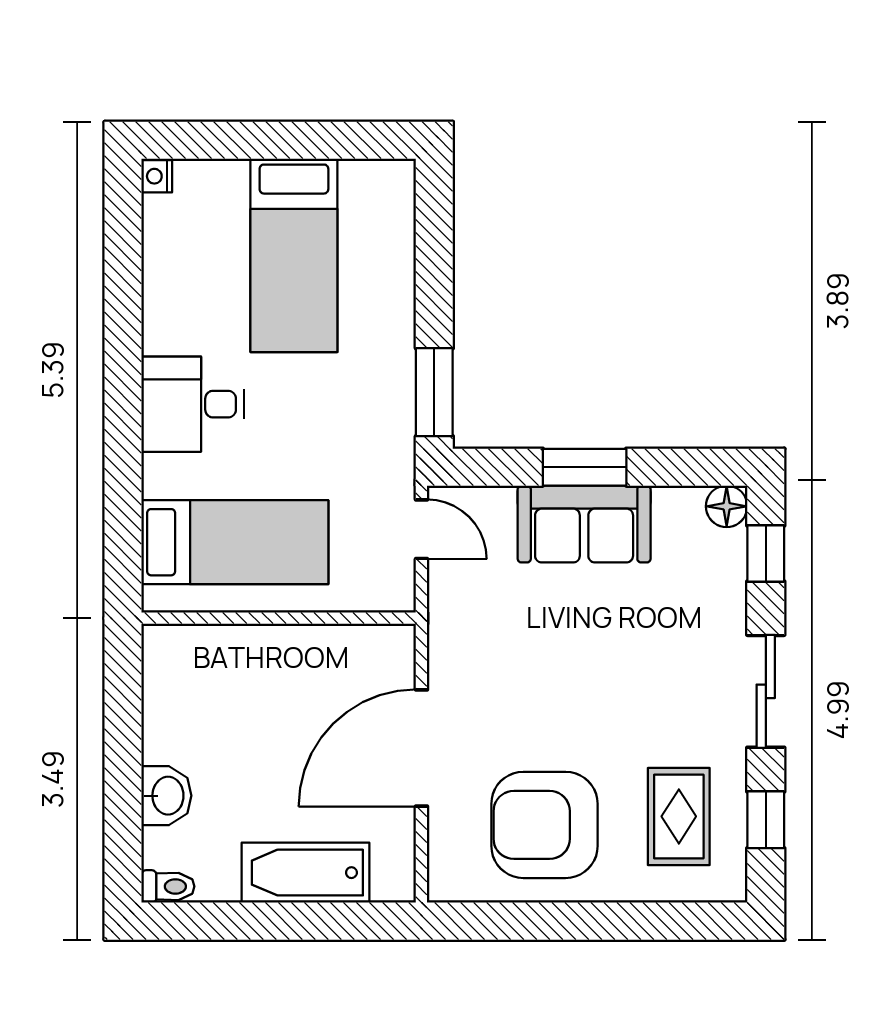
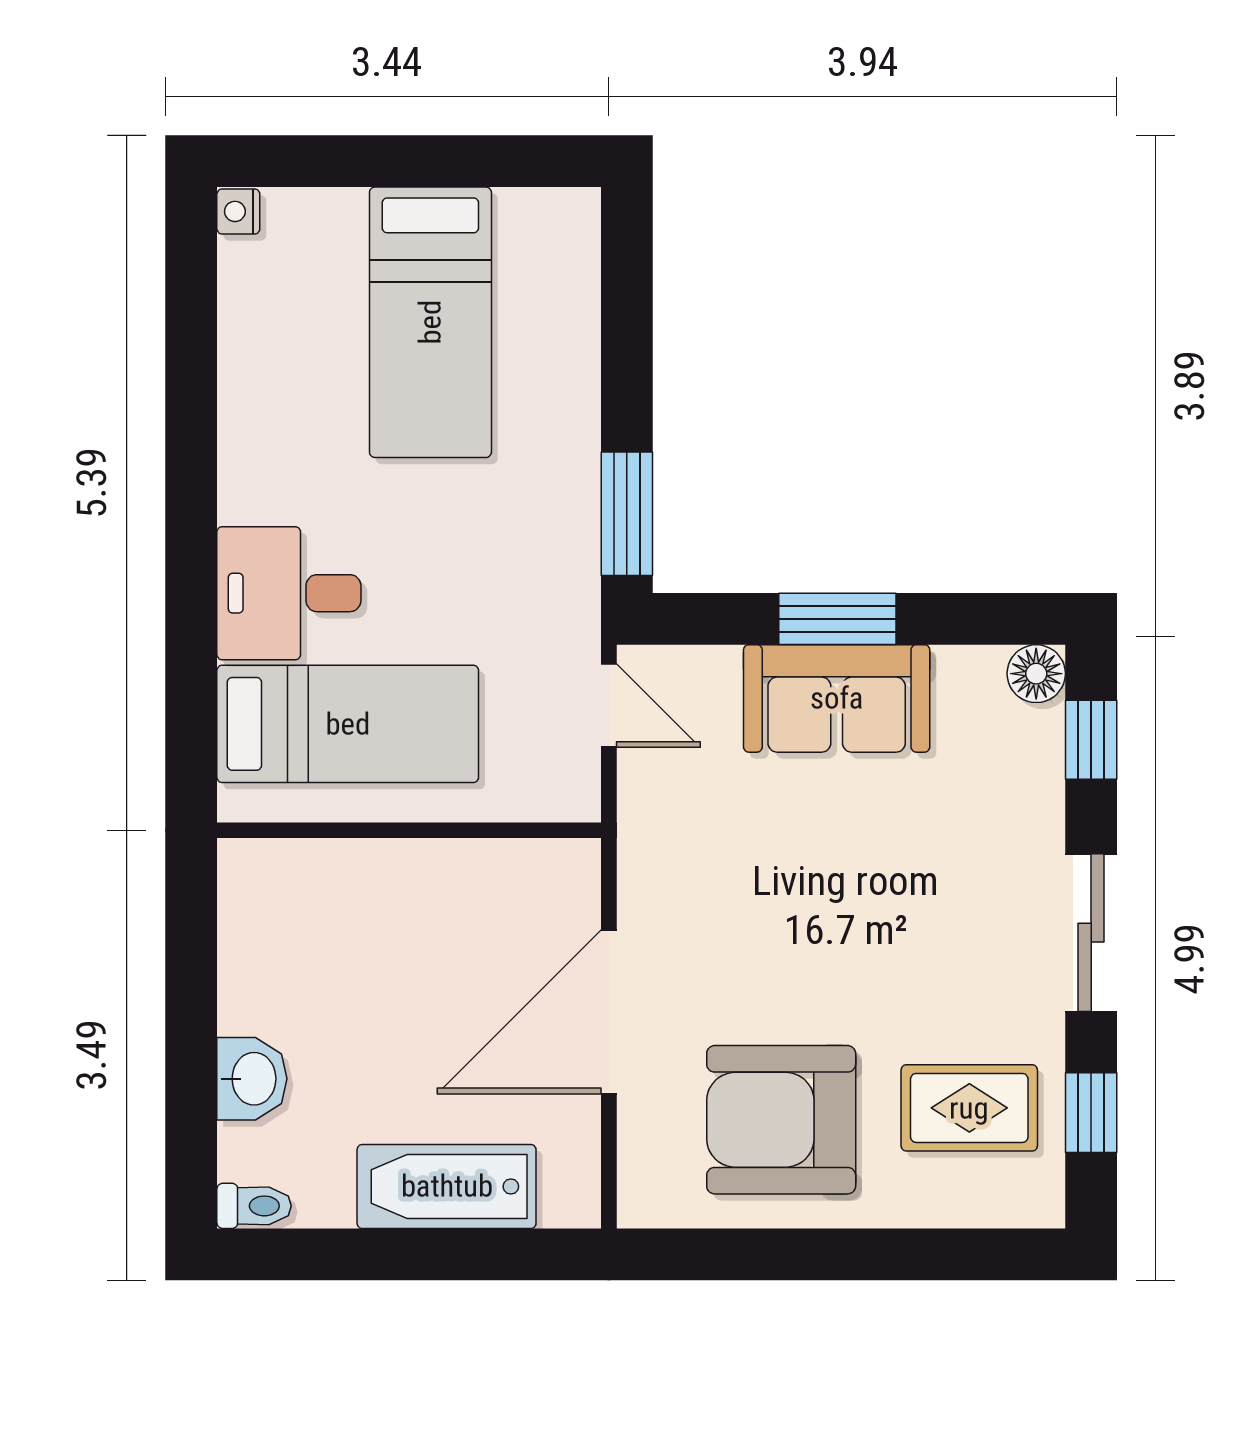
desk: (193, 404) -> (289, 593), moved
rug: (679, 816) -> (969, 1108), turned 90

